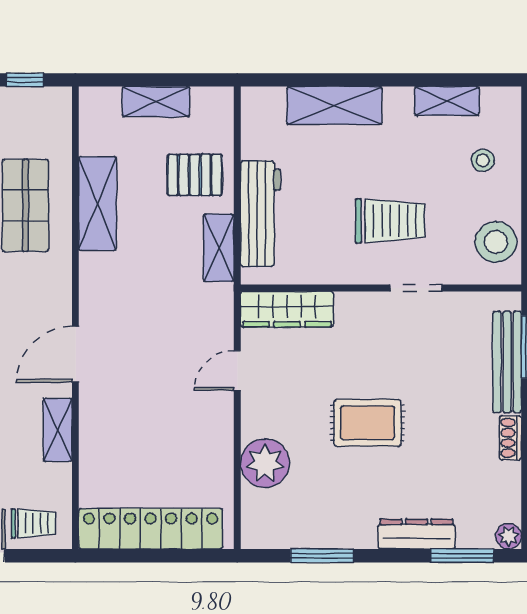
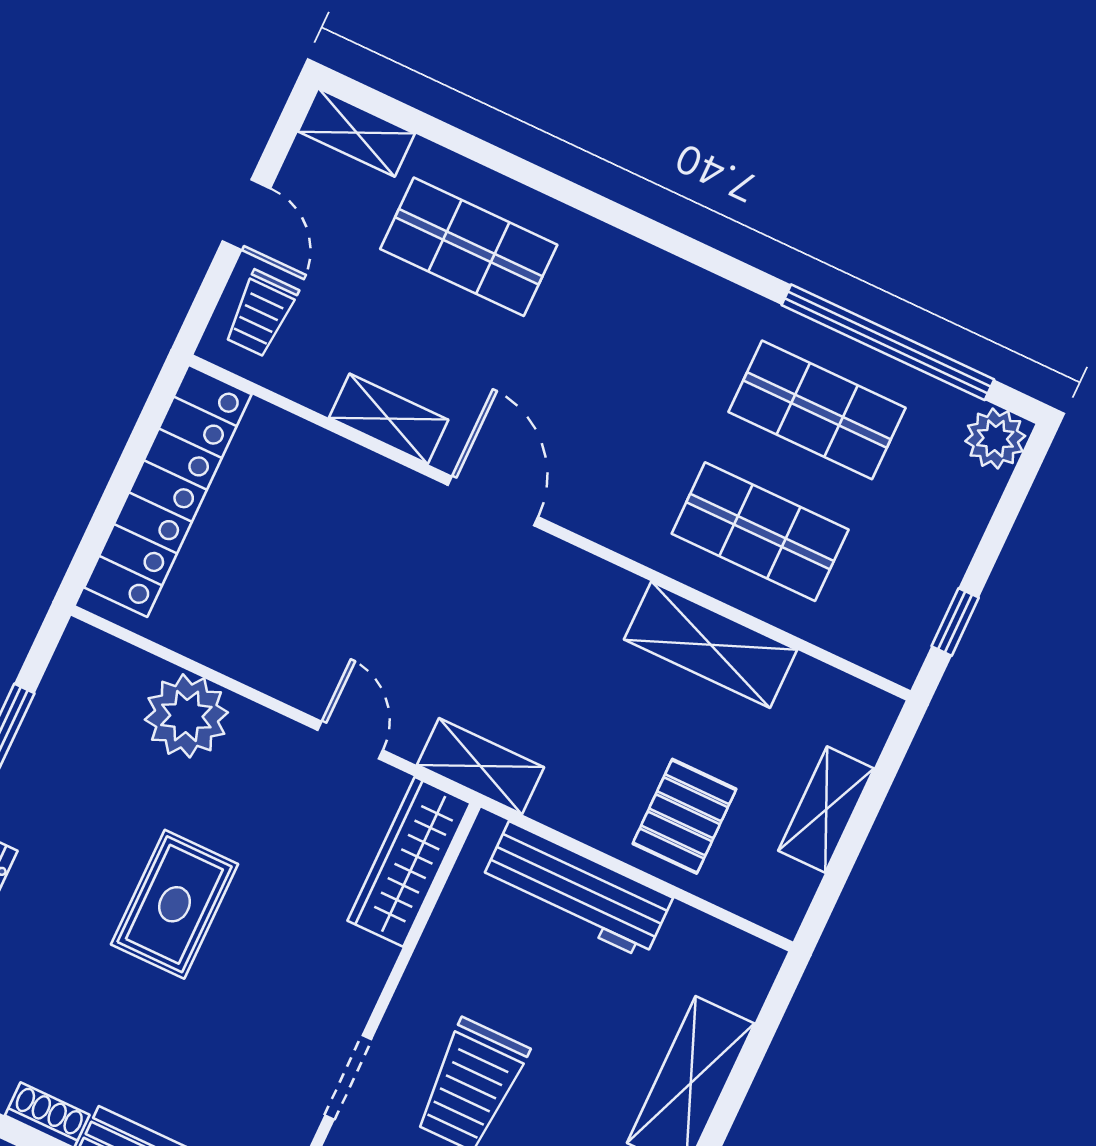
shelving: (219, 248) -> (480, 766), moved

